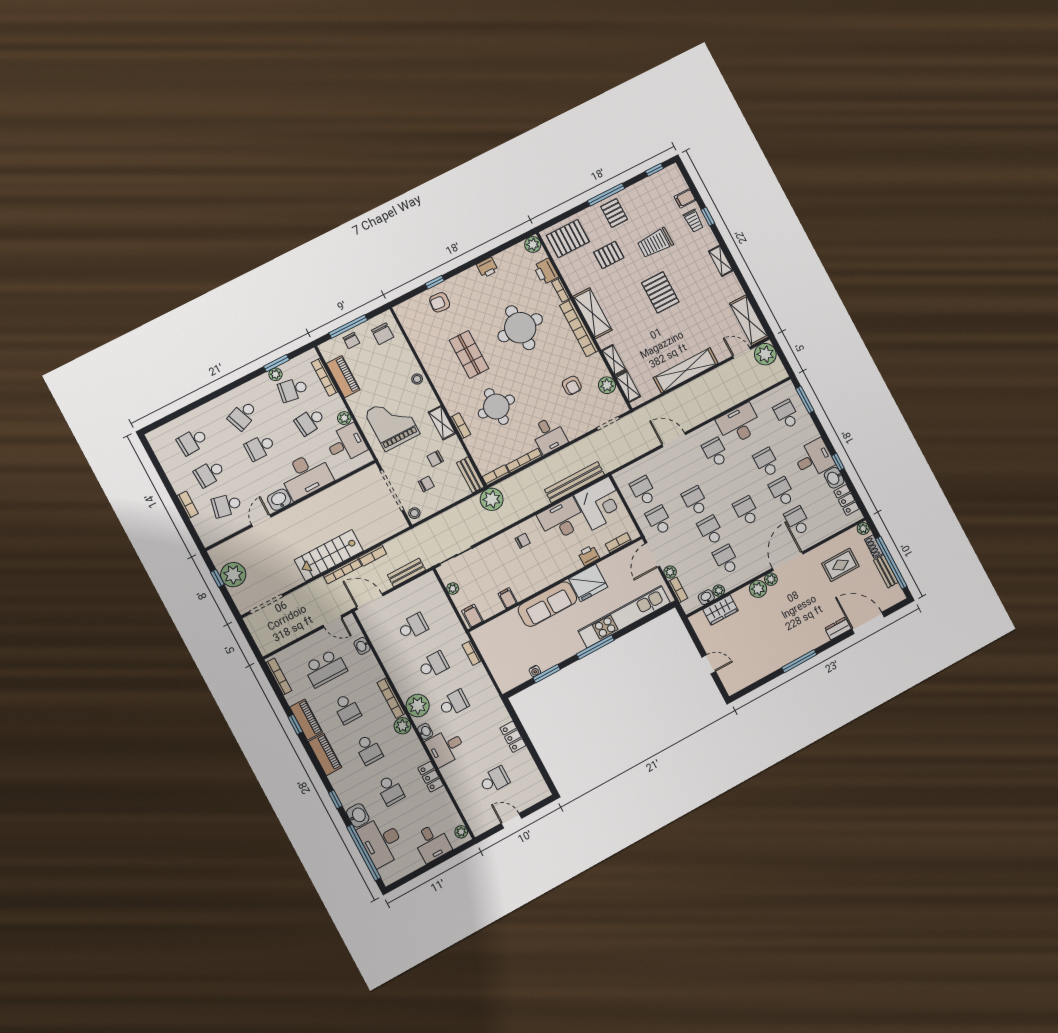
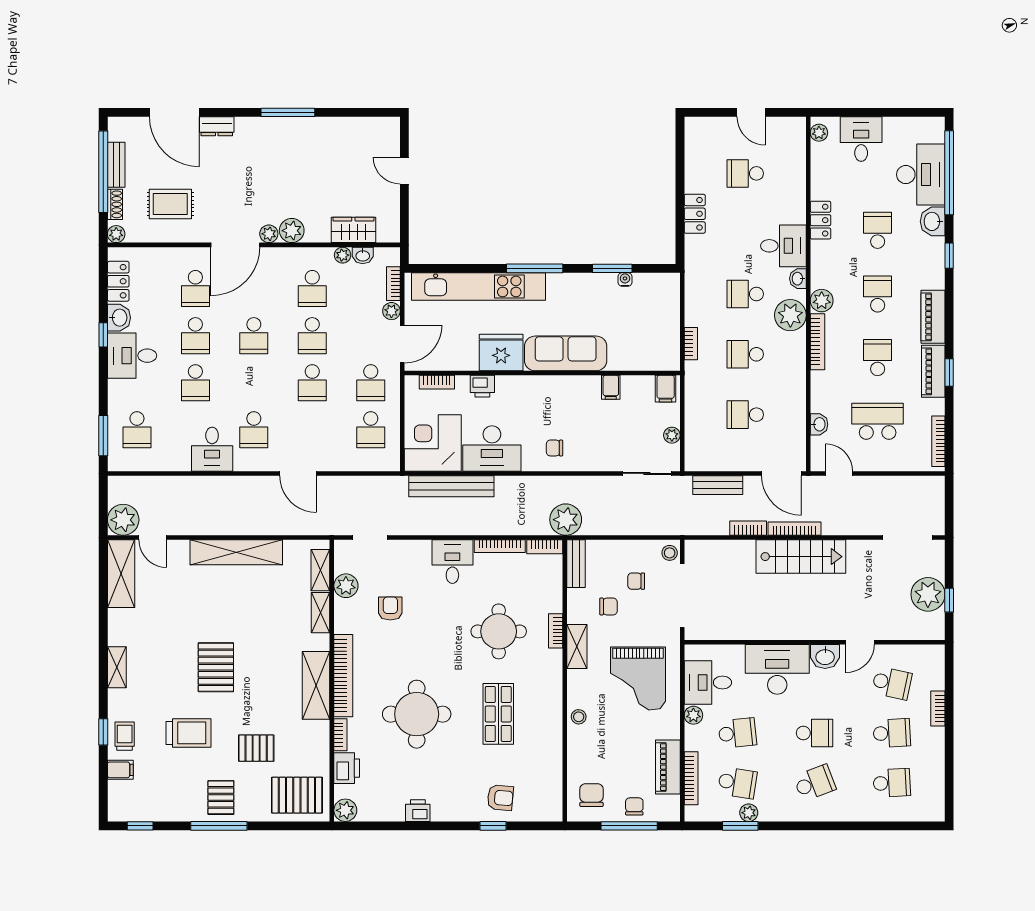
desk: (739, 424) -> (212, 449), width x0.73

